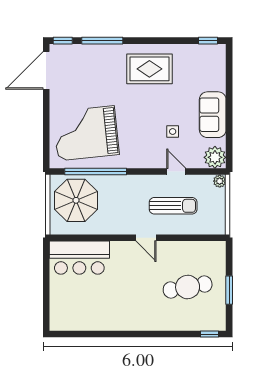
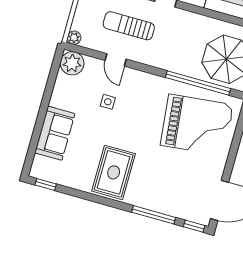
rug: (149, 69) -> (114, 172), turned 90
sofa: (213, 115) -> (55, 133), moved

